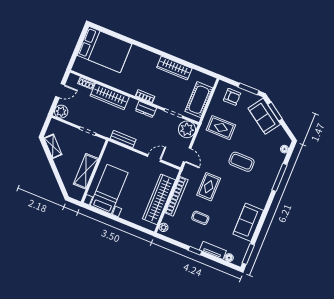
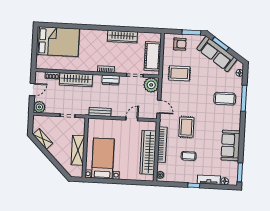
sofa: (264, 116) -> (217, 54), width x1.36
coffee table: (241, 162) -> (225, 99), moved

